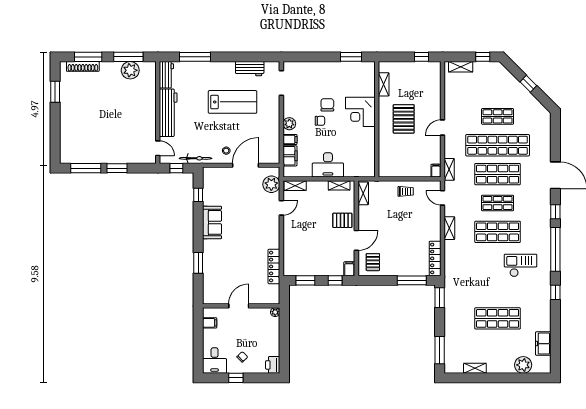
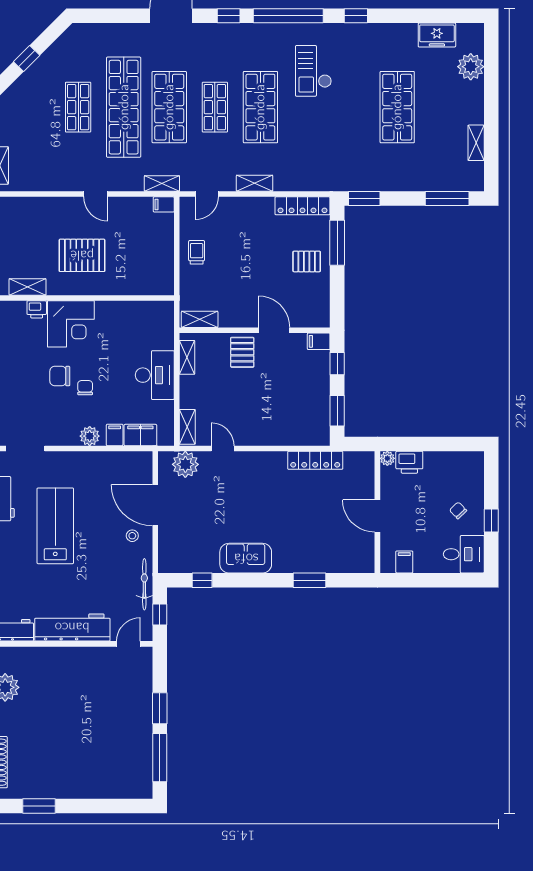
printer: (370, 90) -> (37, 309), added
pallet: (373, 262) -> (307, 261), moved
printer: (273, 365) -> (409, 462), moved

